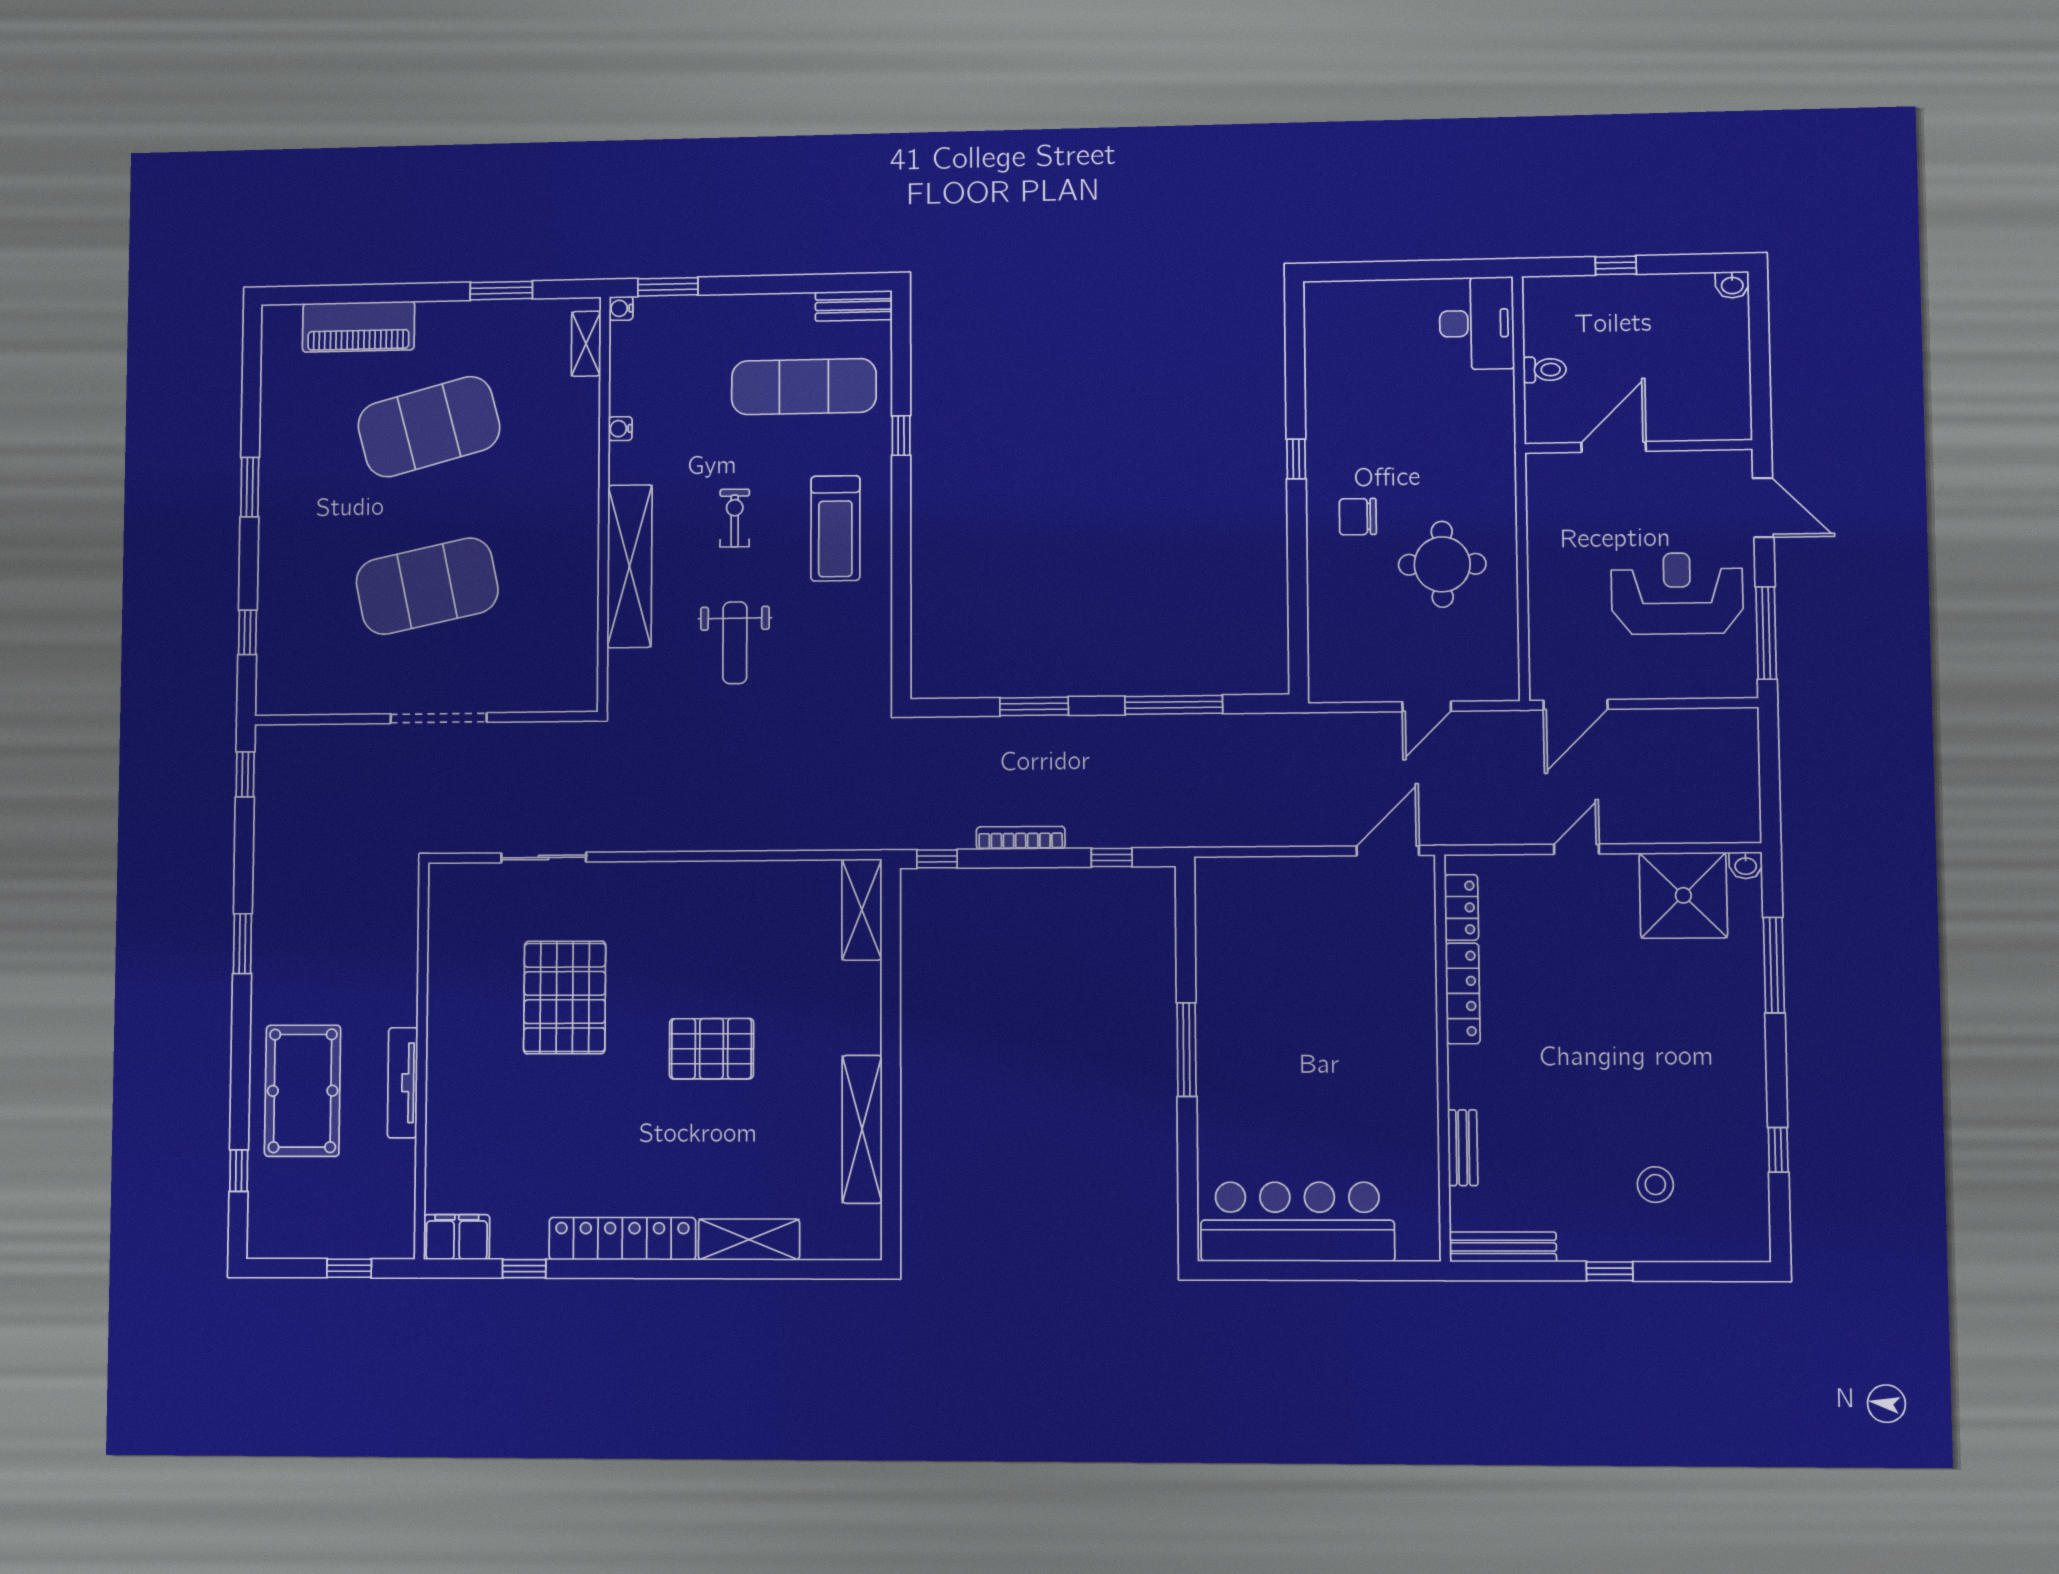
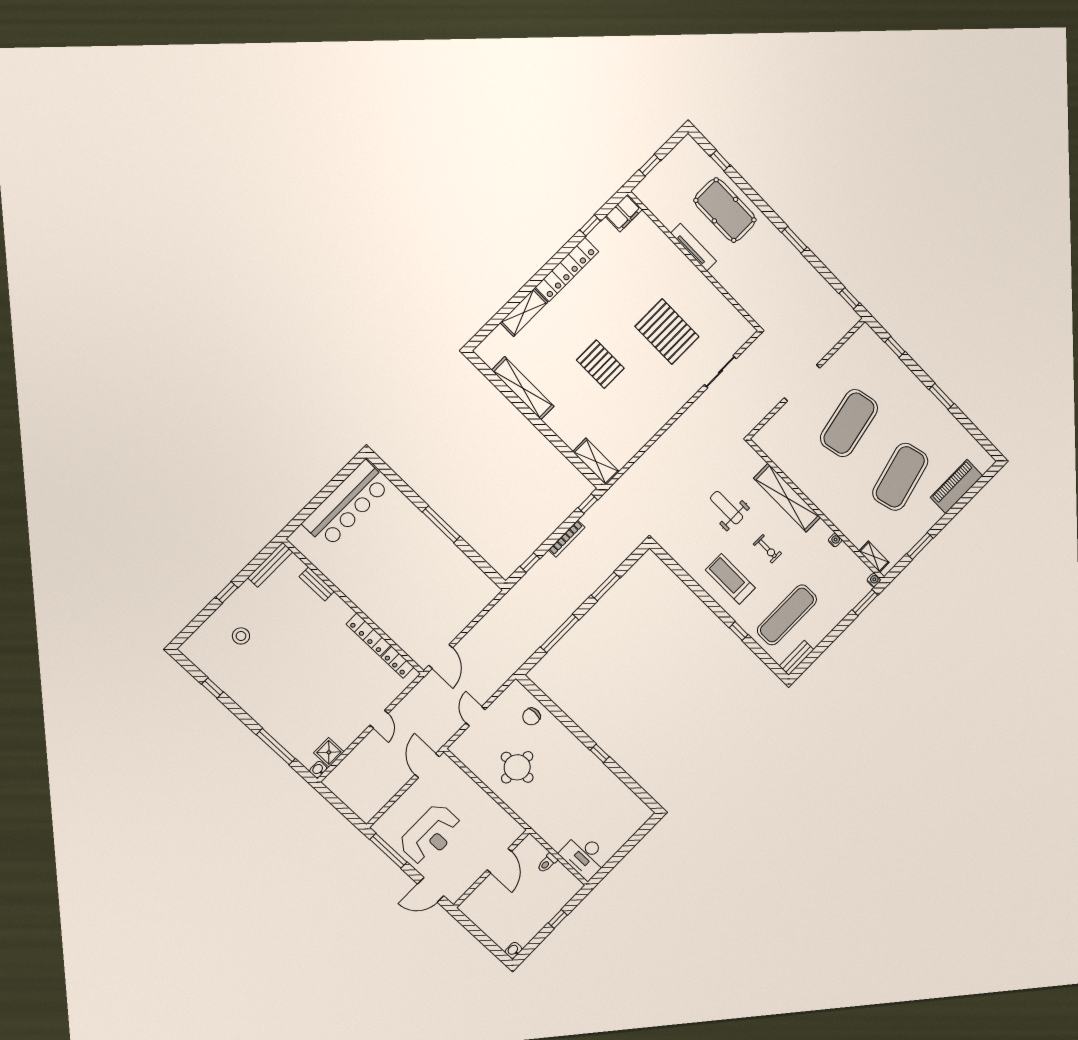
chair: (1358, 517) -> (531, 716), moved, turned 180
shower: (1683, 895) -> (329, 752), width x0.54, depth x0.54
pallet: (711, 1049) -> (600, 364), turned 90

